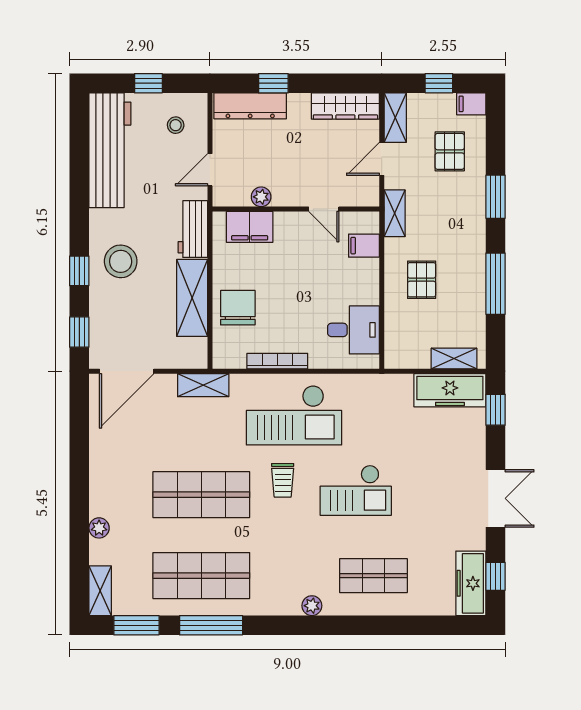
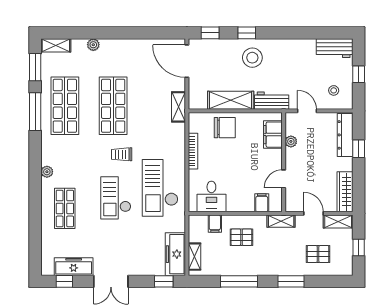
filing cabinet: (471, 104) -> (215, 224), moved, turned 180
workbench: (110, 150) -> (335, 48), width x0.53, depth x0.76
checkout: (294, 415) -> (160, 188), moved
freezer: (471, 583) -> (74, 267), moved

